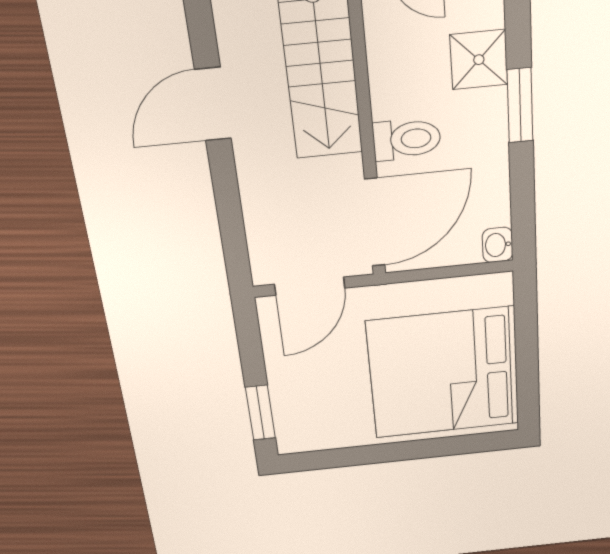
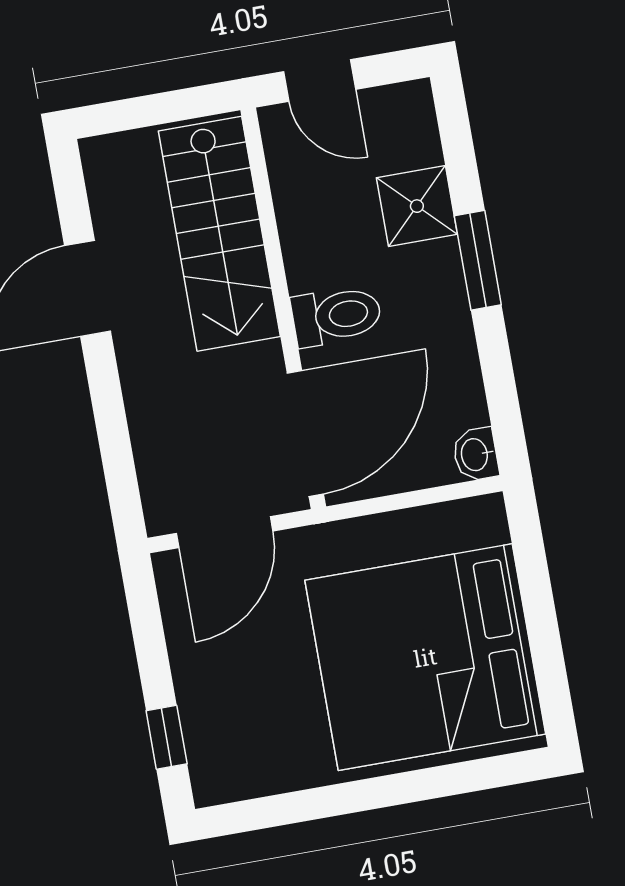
window: (260, 413) -> (167, 737), width x0.67

